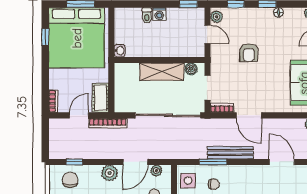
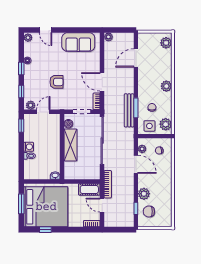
door: (249, 115) -> (102, 82), swing flipped
bench: (230, 153) -> (129, 110), moved
plant: (110, 173) -> (144, 194), moved

